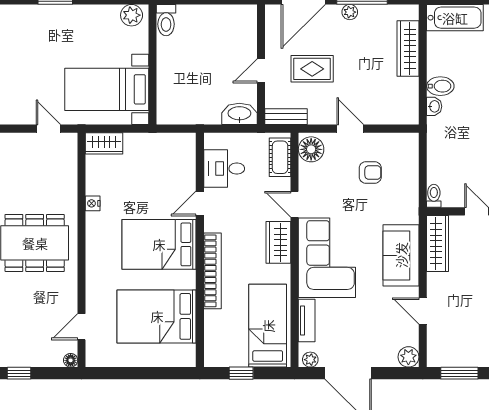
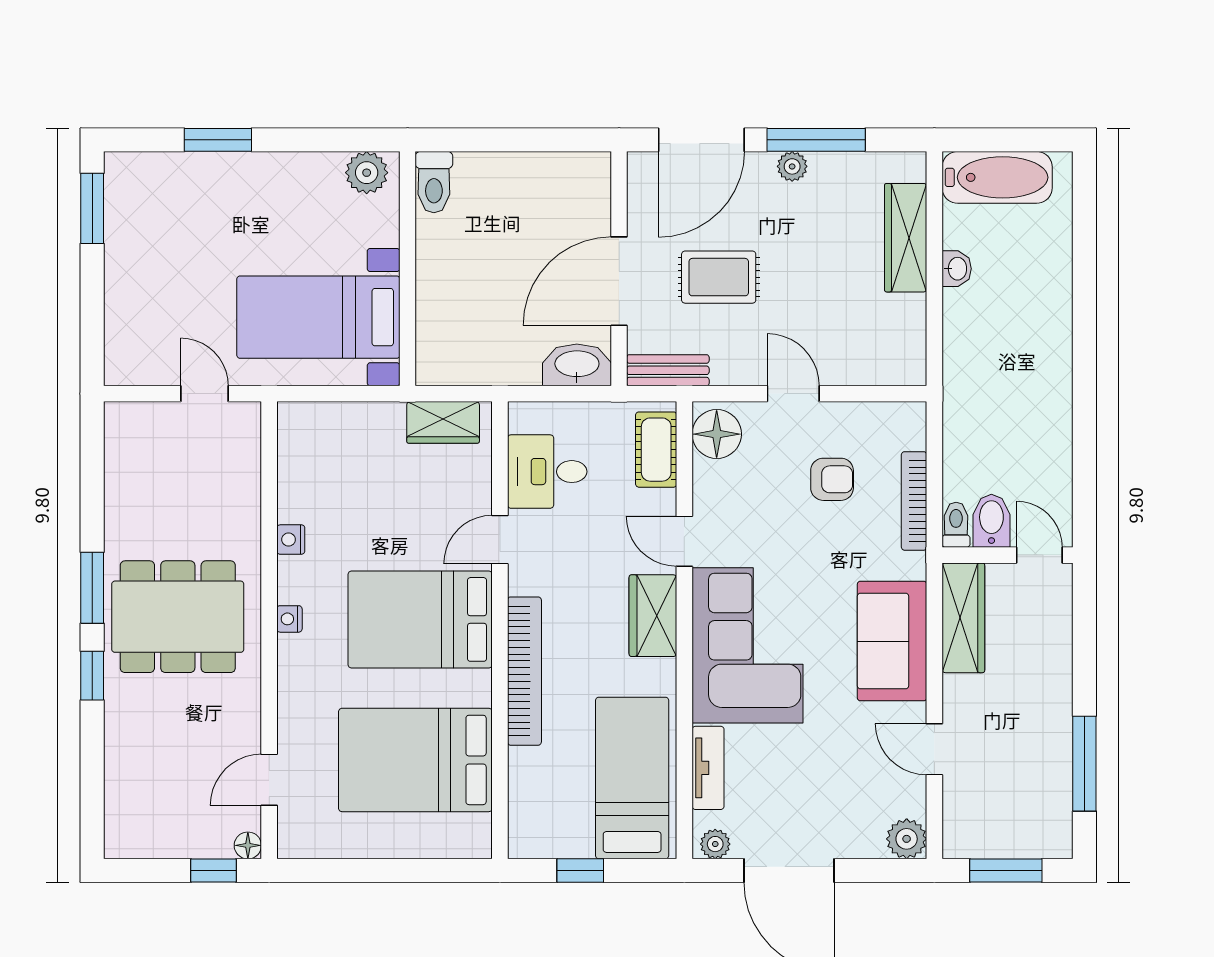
door: (261, 71) -> (619, 281), width x1.87
bidet: (440, 86) -> (991, 521), moved, turned -90
washbasin: (434, 106) -> (957, 269), moved
wardrobe: (104, 143) -> (443, 422), moved
bookcase: (412, 184) -> (914, 501), added
nightstand: (92, 244) -> (289, 619), added
window: (19, 373) -> (213, 871), moved

